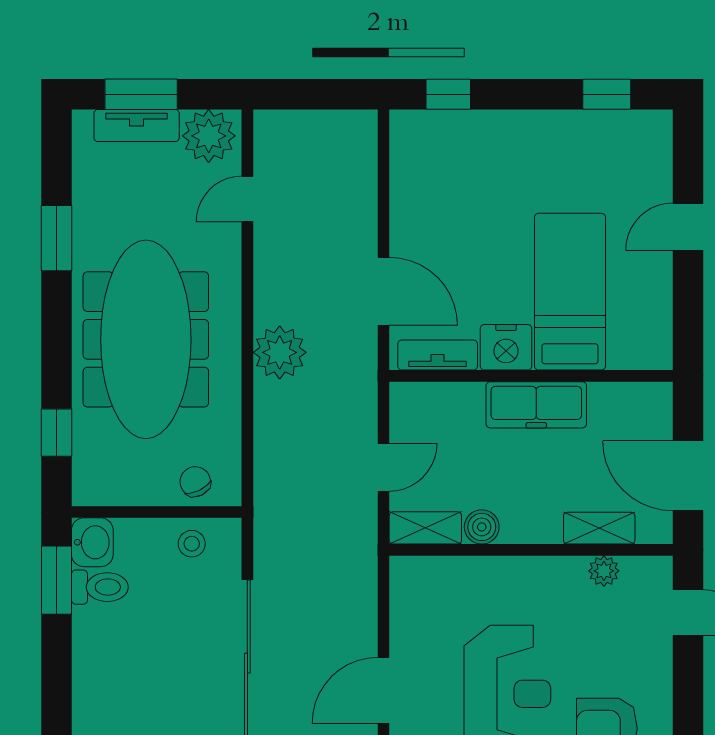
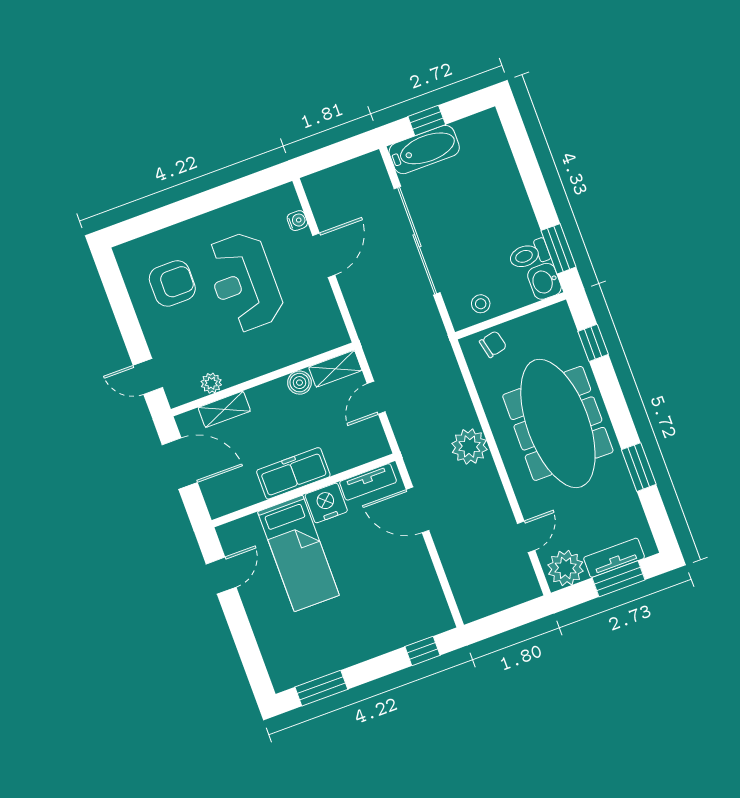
window: (607, 94) -> (321, 688), width x1.50
door: (688, 227) -> (221, 576), moved
chair: (195, 482) -> (493, 344), turned -77

